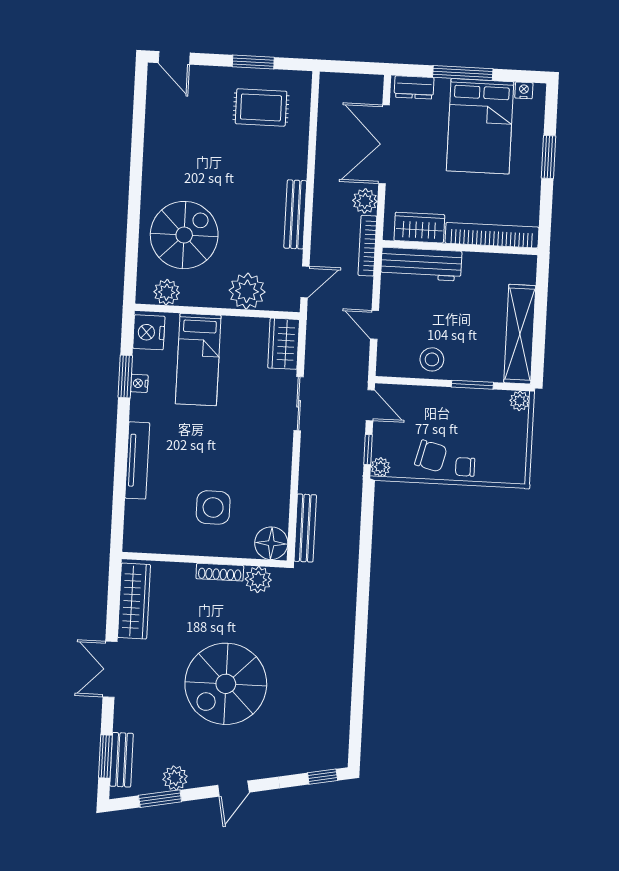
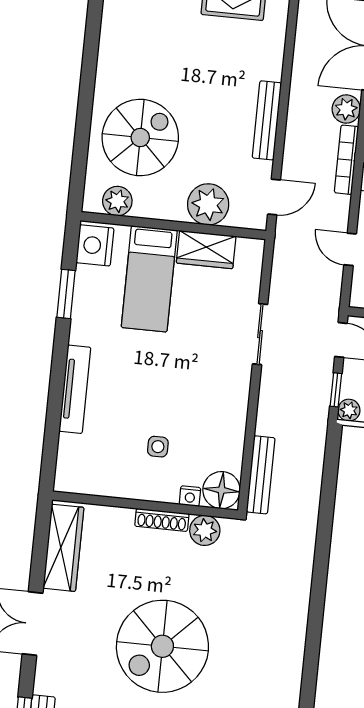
wardrobe: (284, 344) -> (206, 250), moved, turned -90
nightstand: (139, 383) -> (190, 496), moved, turned -90
side table: (213, 507) -> (158, 447), width x0.54, depth x0.54

